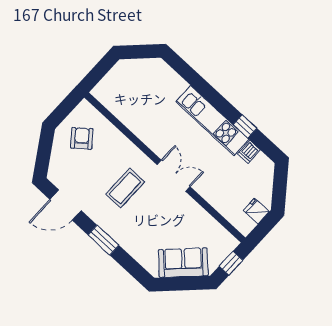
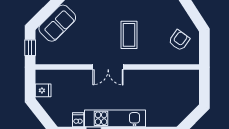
armchair: (82, 138) -> (179, 40), turned -105

